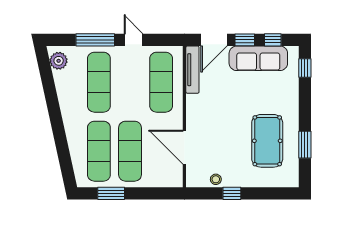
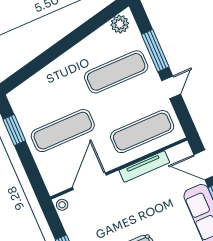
tv unit: (192, 70) -> (144, 166), moved
exercise mat: (99, 151) -> (50, 101), removed
stool: (216, 179) -> (62, 205), moved

